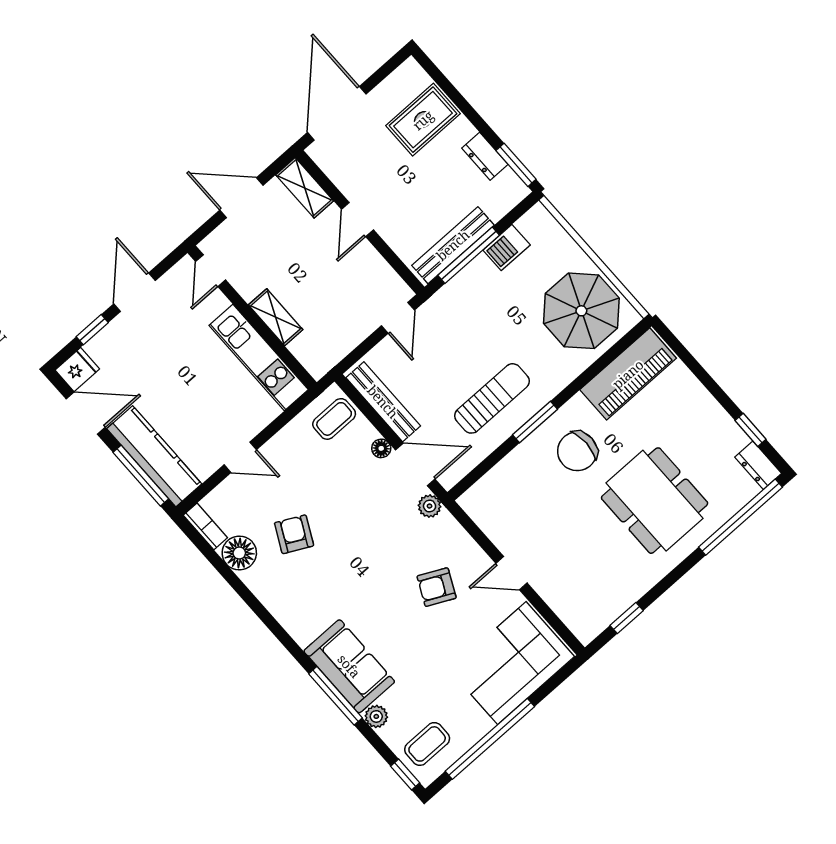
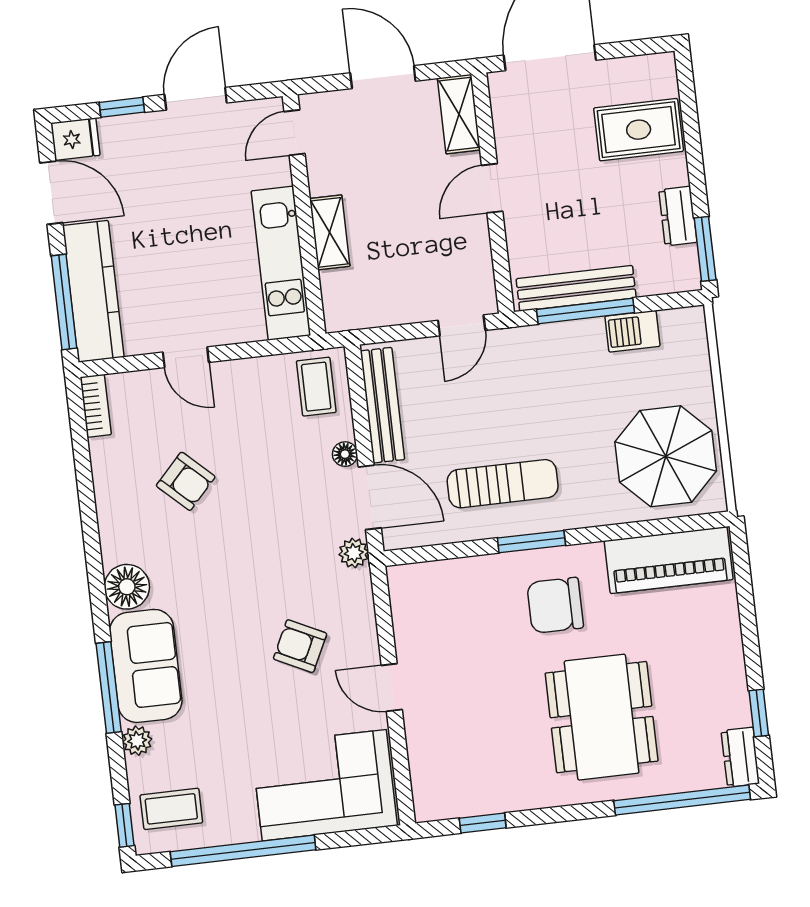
coffee table: (334, 419) -> (316, 387), turned 90
armchair: (294, 534) -> (186, 481), turned 106
floor lamp: (239, 553) -> (127, 587), moved

